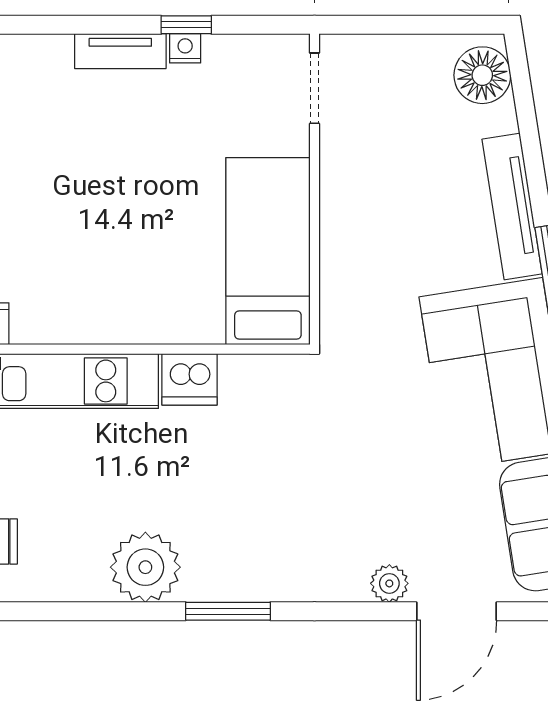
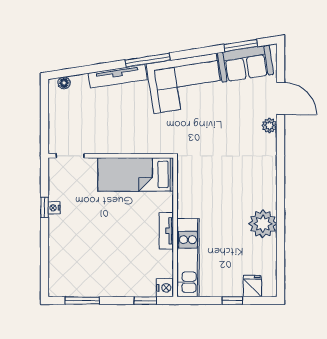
tv unit: (120, 51) -> (166, 231), moved, turned 180
floor lamp: (482, 75) -> (64, 83), width x0.53, depth x0.53
dishwasher: (190, 379) -> (187, 206), removed
window: (228, 611) -> (281, 191), removed

